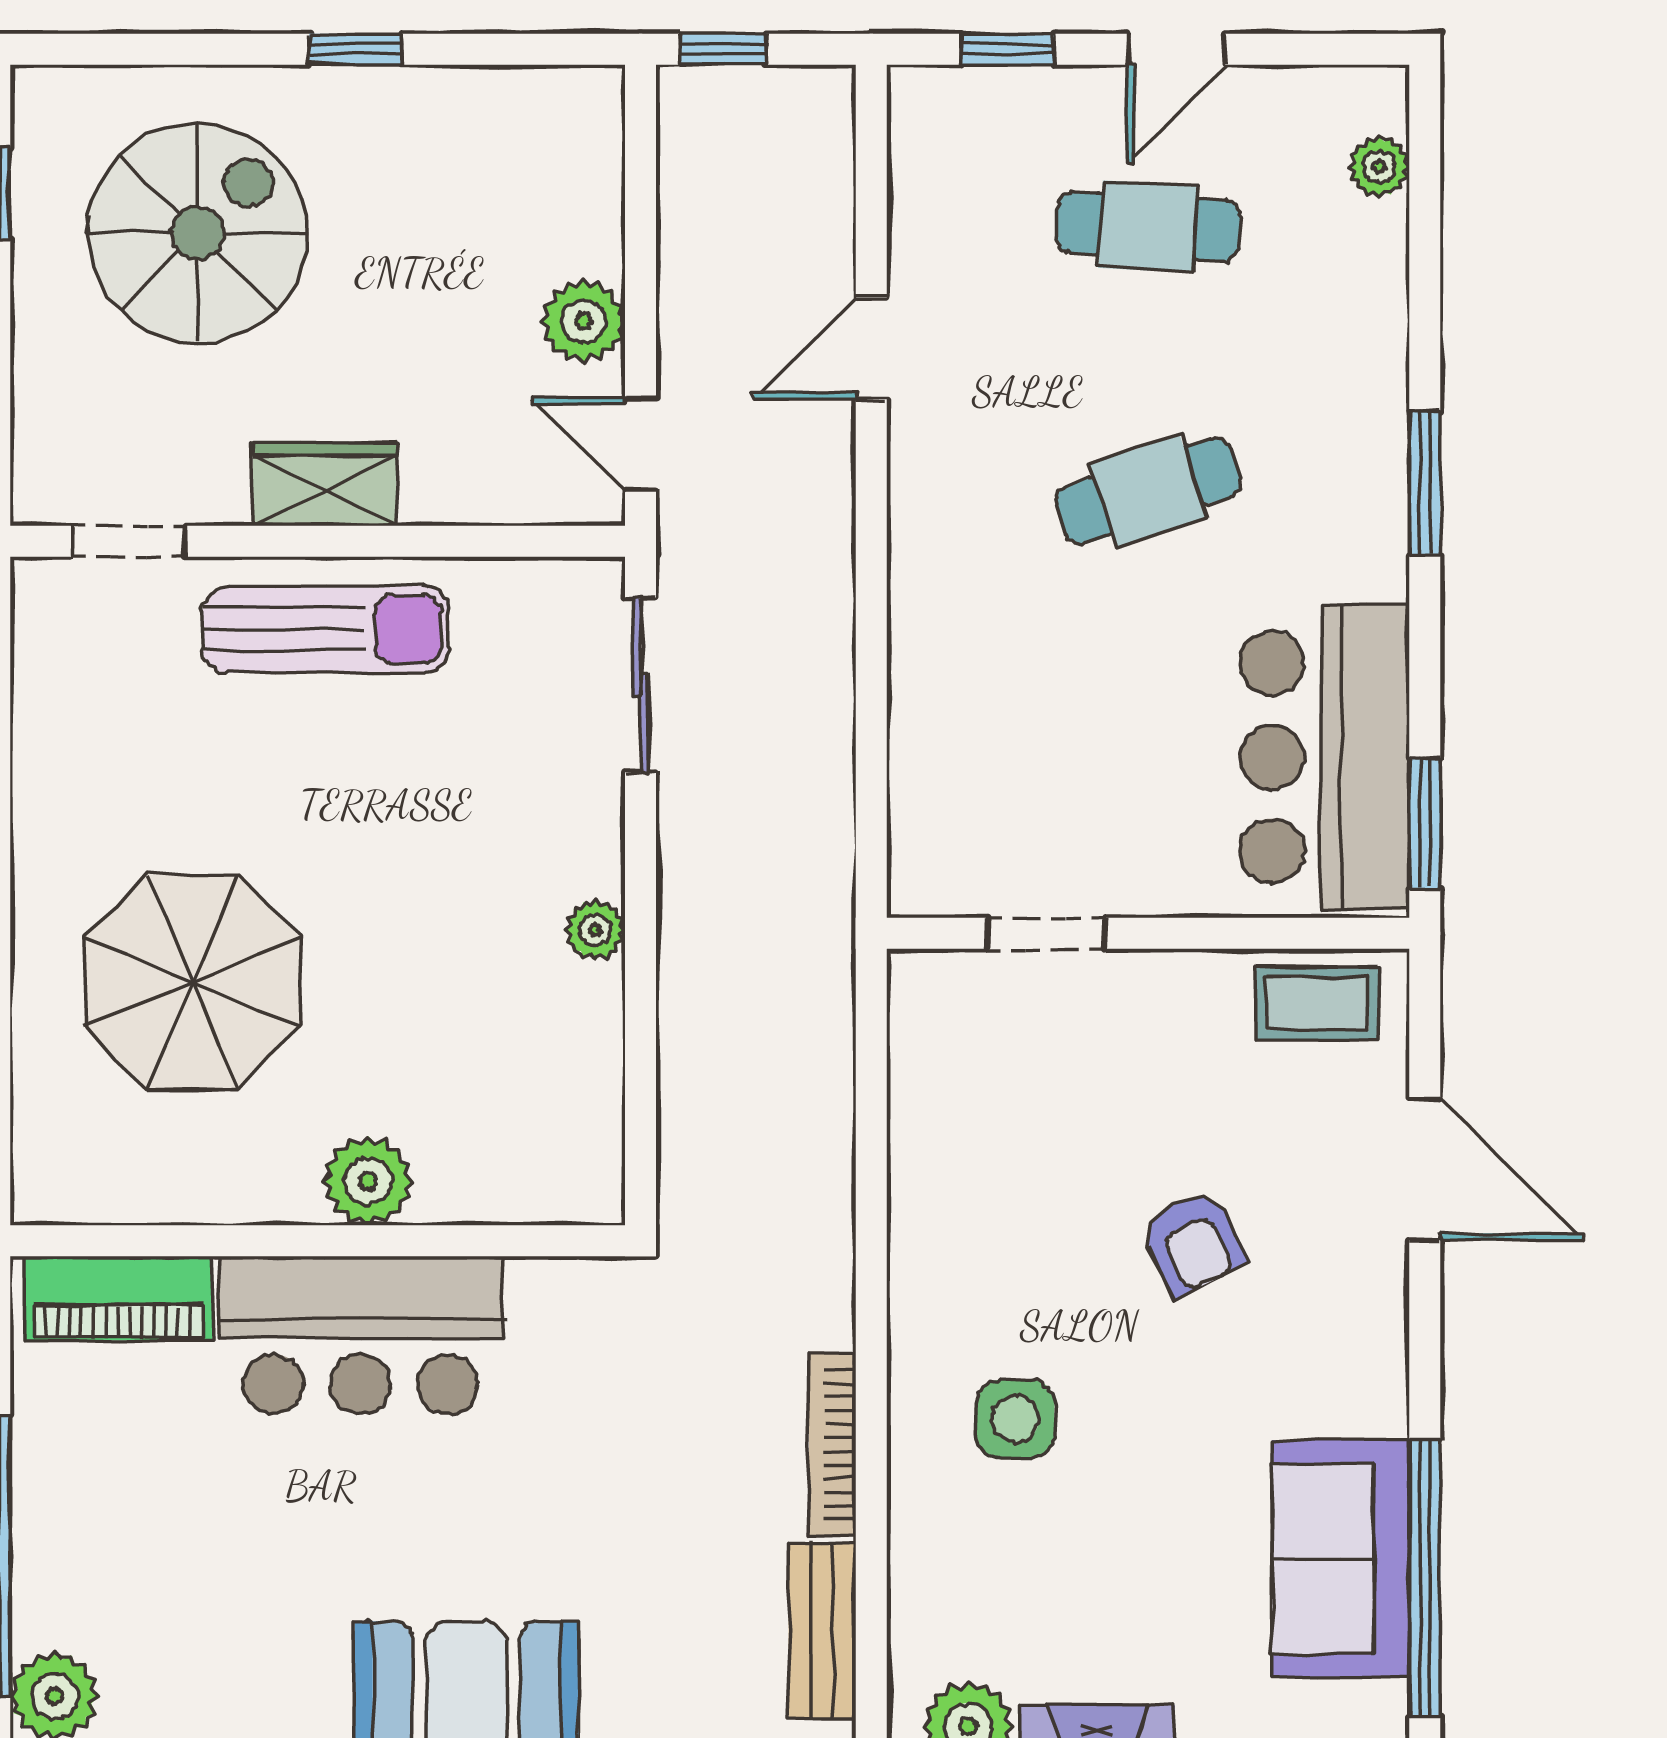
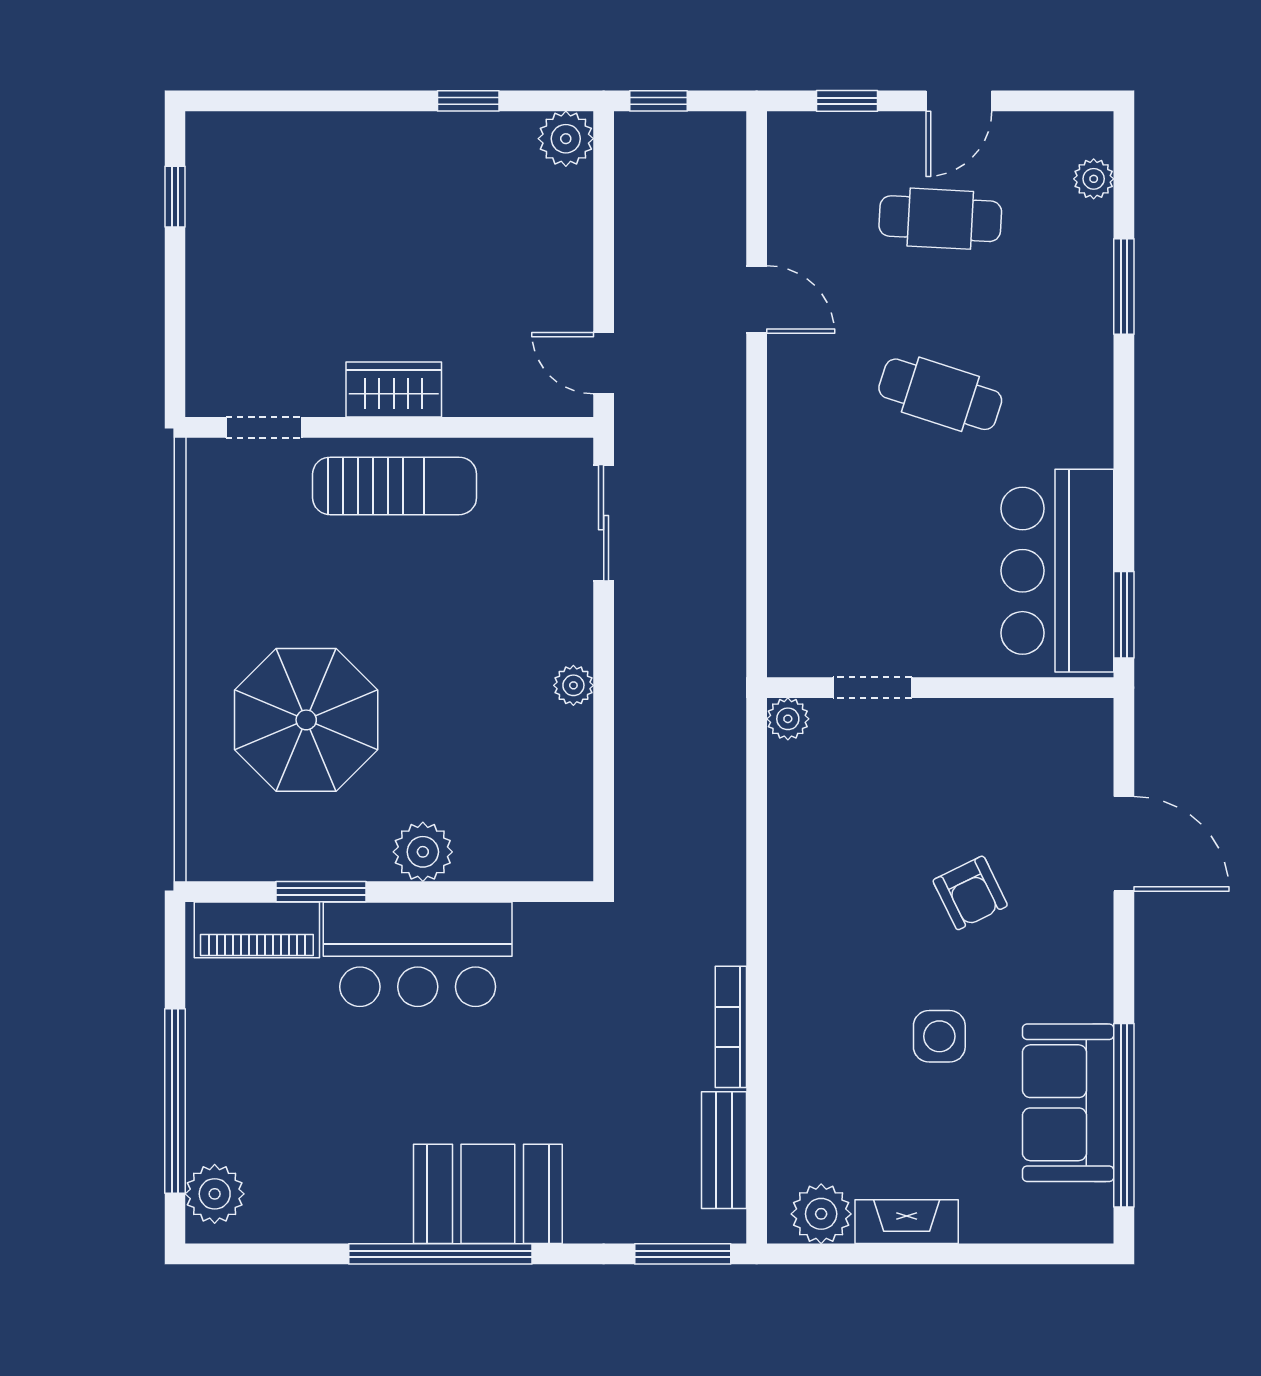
window: (356, 49) -> (468, 101), moved
spiral stairs: (198, 233) -> (310, 223), removed
plant: (584, 321) -> (566, 139), moved
door: (871, 348) -> (757, 299), swing flipped
window: (1425, 483) -> (1124, 287), moved
cafe table: (1148, 491) -> (940, 394), turned 36
plant: (918, 980) -> (788, 719), added
coffee table: (1317, 1003) -> (1053, 734), removed
window: (215, 1241) -> (321, 892), added
side table: (1016, 1419) -> (939, 1036), moved

